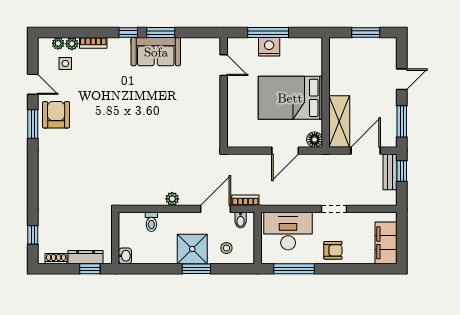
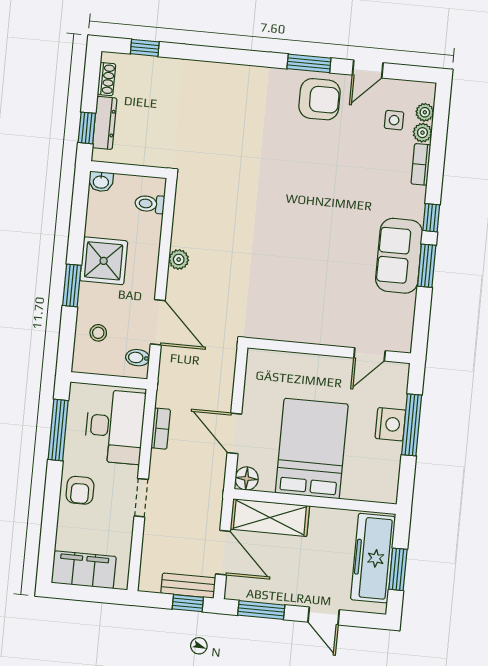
freezer: (360, 50) -> (373, 558), added
bookcase: (245, 200) -> (161, 429), moved
toilet: (151, 222) -> (150, 204), moved
shower: (192, 249) -> (104, 261), moved

